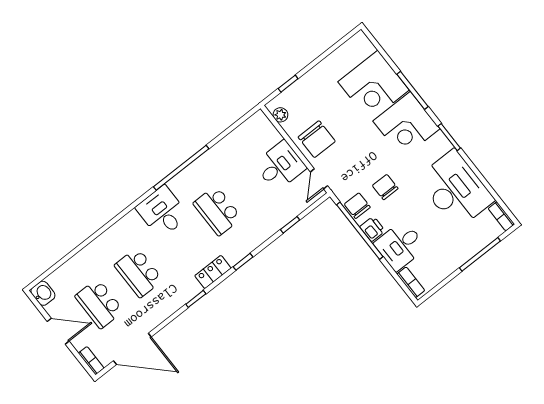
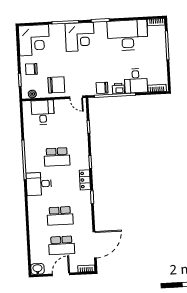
corner desk: (374, 86) -> (34, 40), moved
desk: (280, 166) -> (43, 112), moved
chair: (385, 187) -> (31, 69), moved

